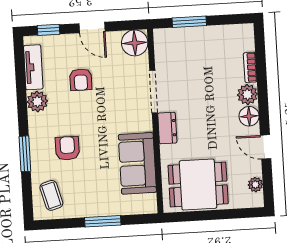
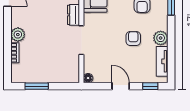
window: (189, 22) -> (37, 86), moved
floor lamp: (135, 43) -> (88, 78), width x0.53, depth x0.53
armchair: (81, 80) -> (133, 39), moved
floor lamp: (249, 116) -> (18, 20), removed

